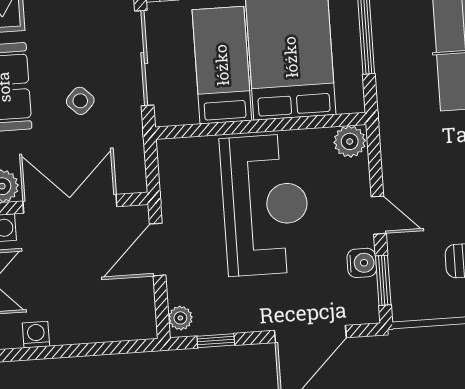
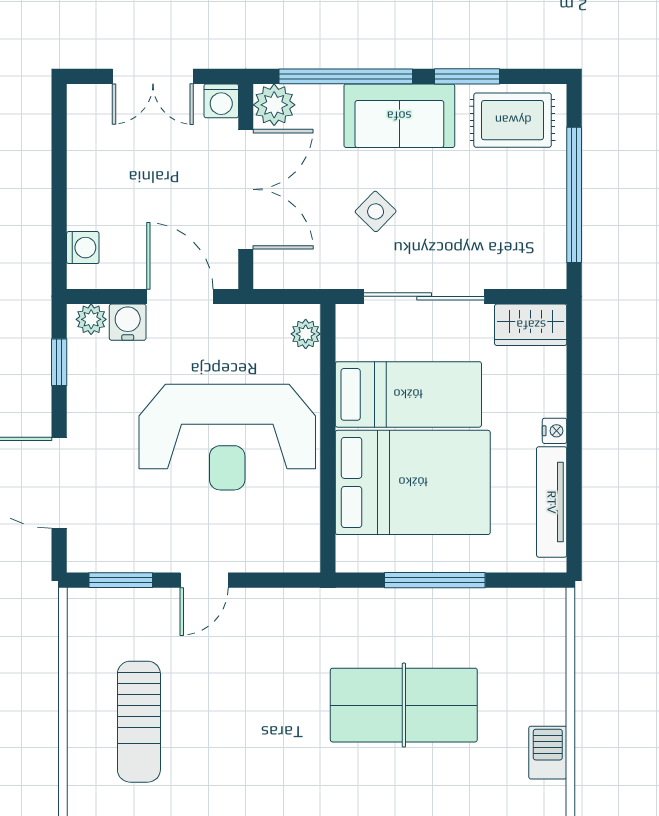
plant: (350, 141) -> (306, 334), moved, width x0.73, depth x0.73
water cooler: (362, 263) -> (128, 322), moved, turned 180
washing machine: (36, 335) -> (83, 248), moved

